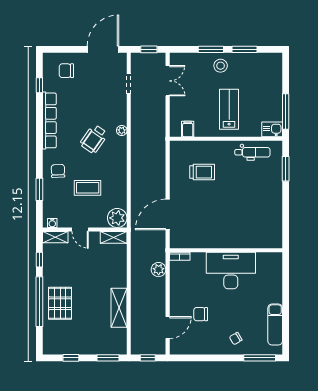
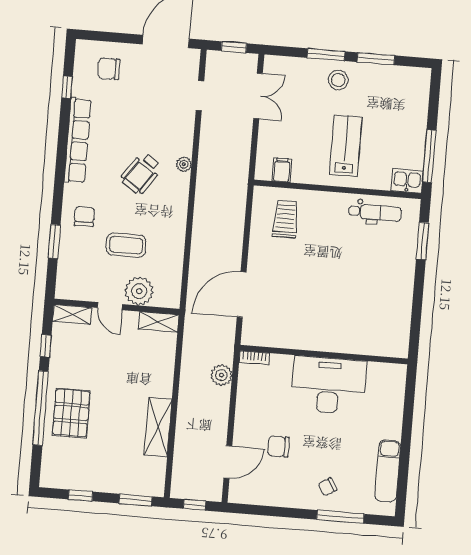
trolley: (202, 172) -> (285, 219), moved, turned -90
plant: (117, 218) -> (139, 291), moved
water cooler: (52, 223) -> (69, 293), removed
window: (260, 358) -> (340, 517), moved

